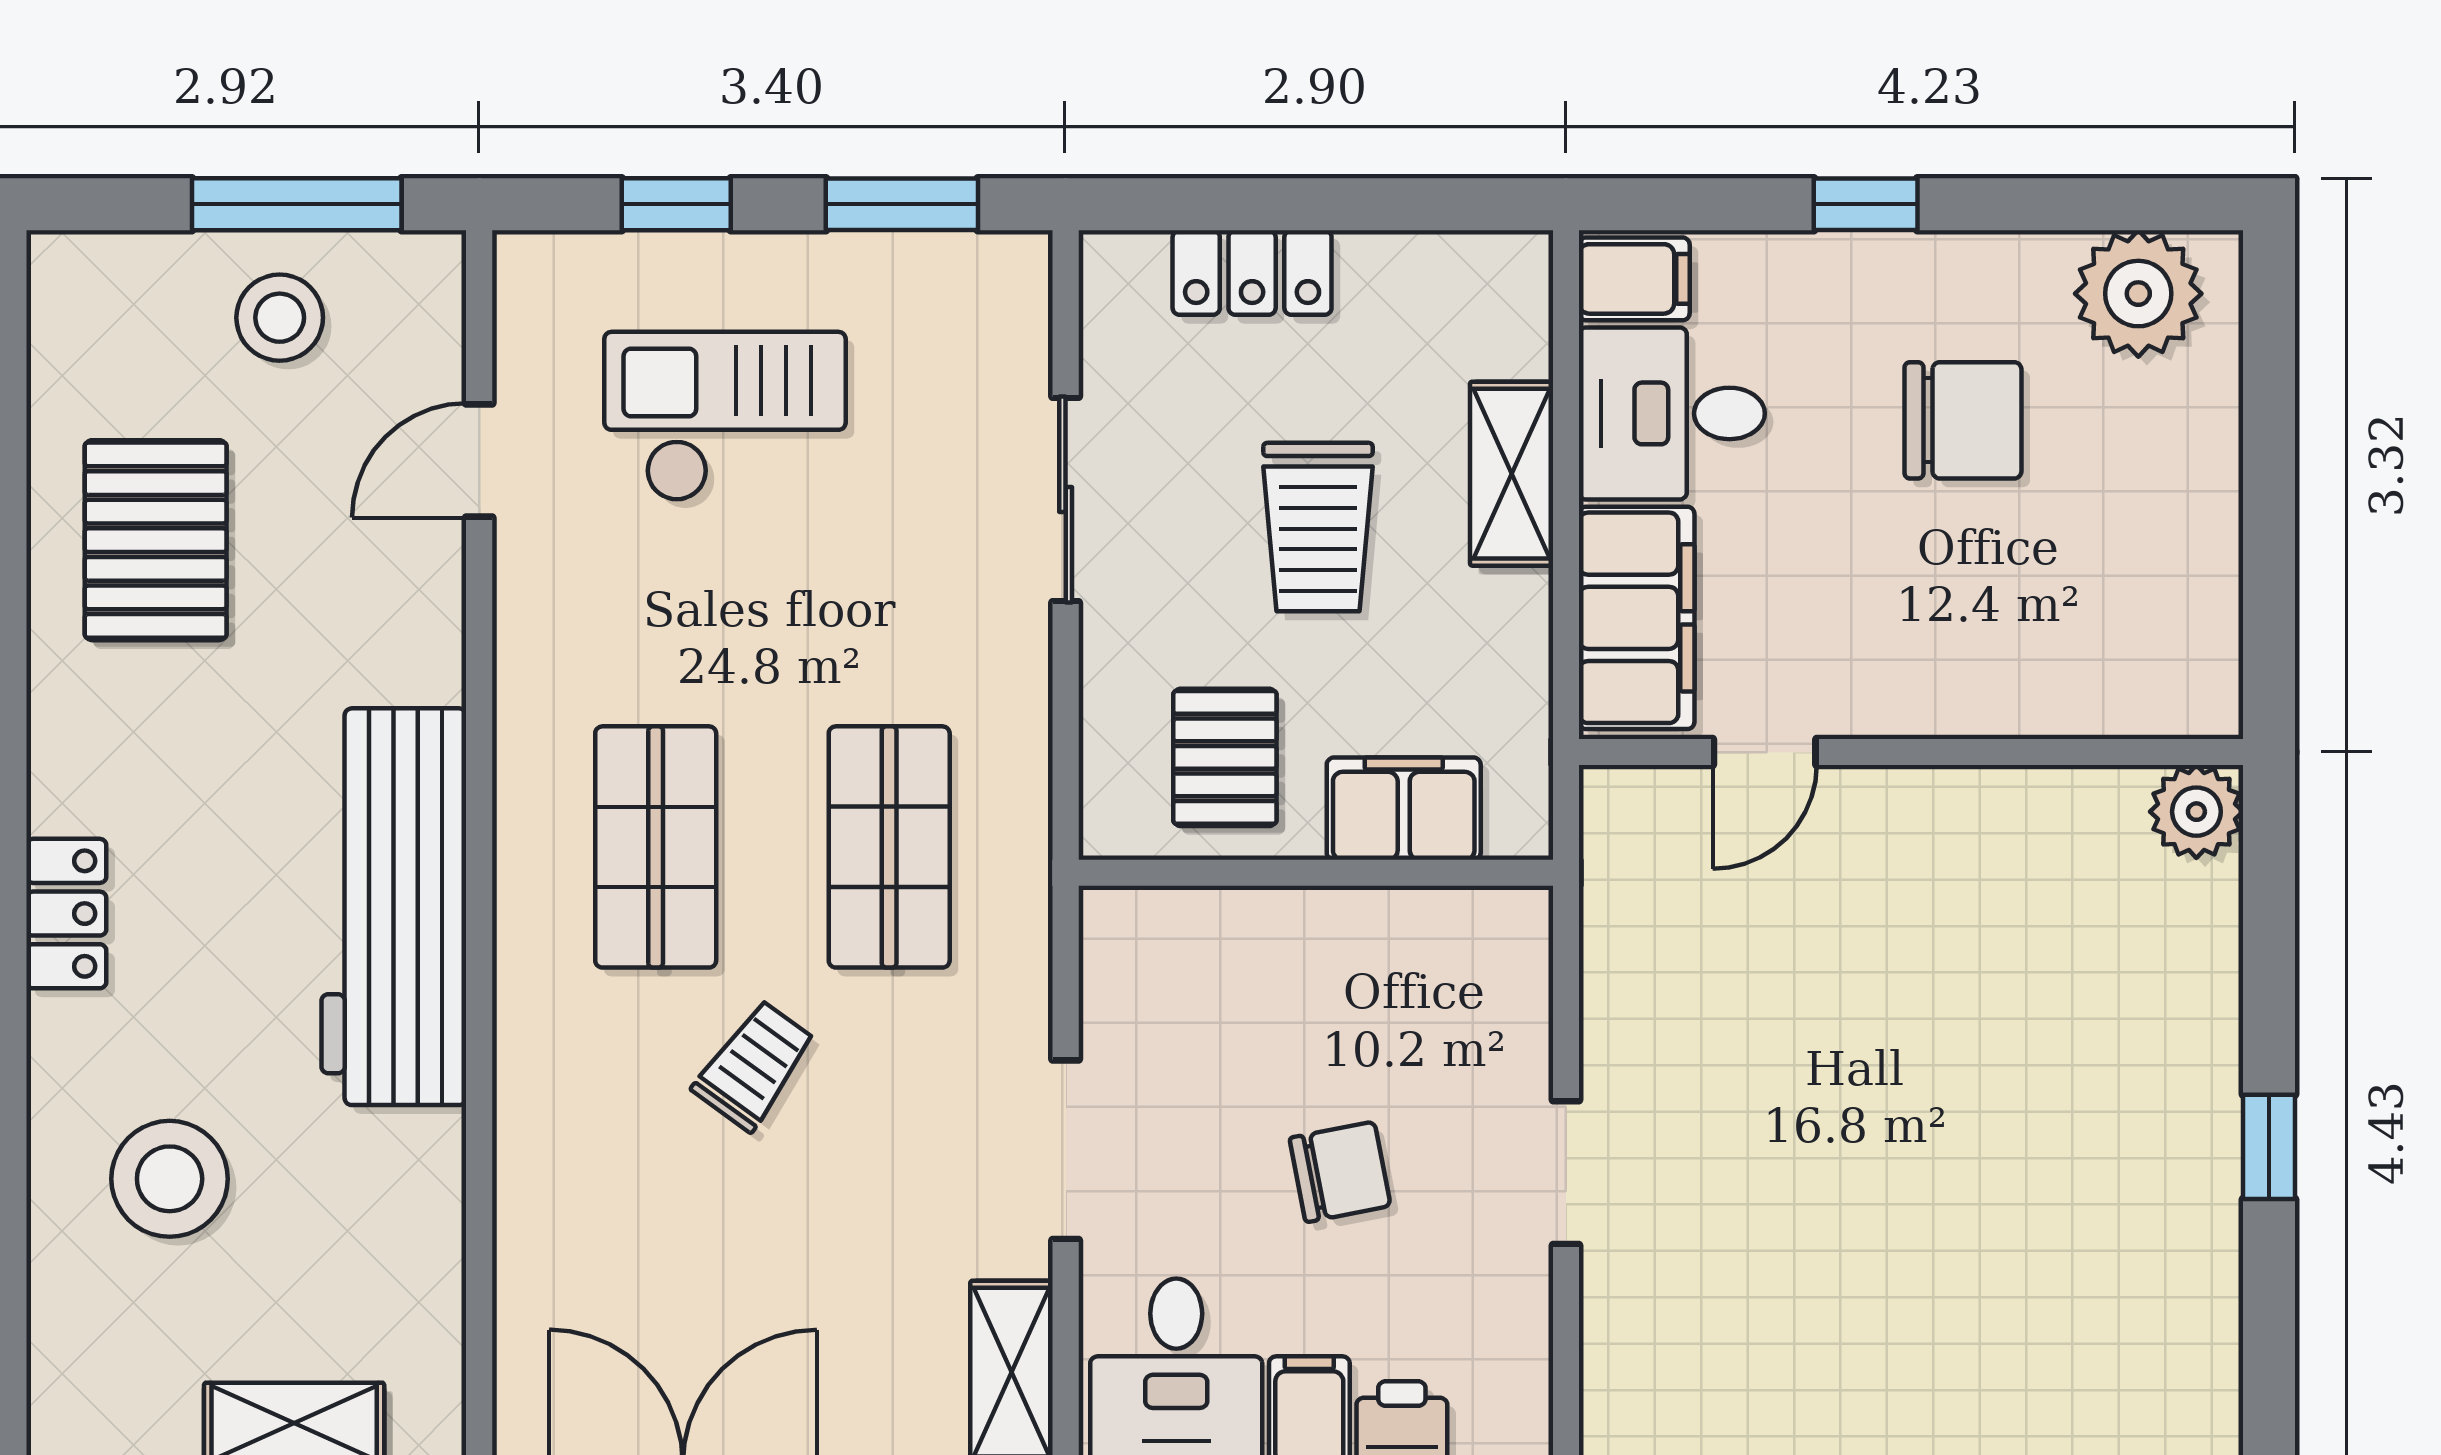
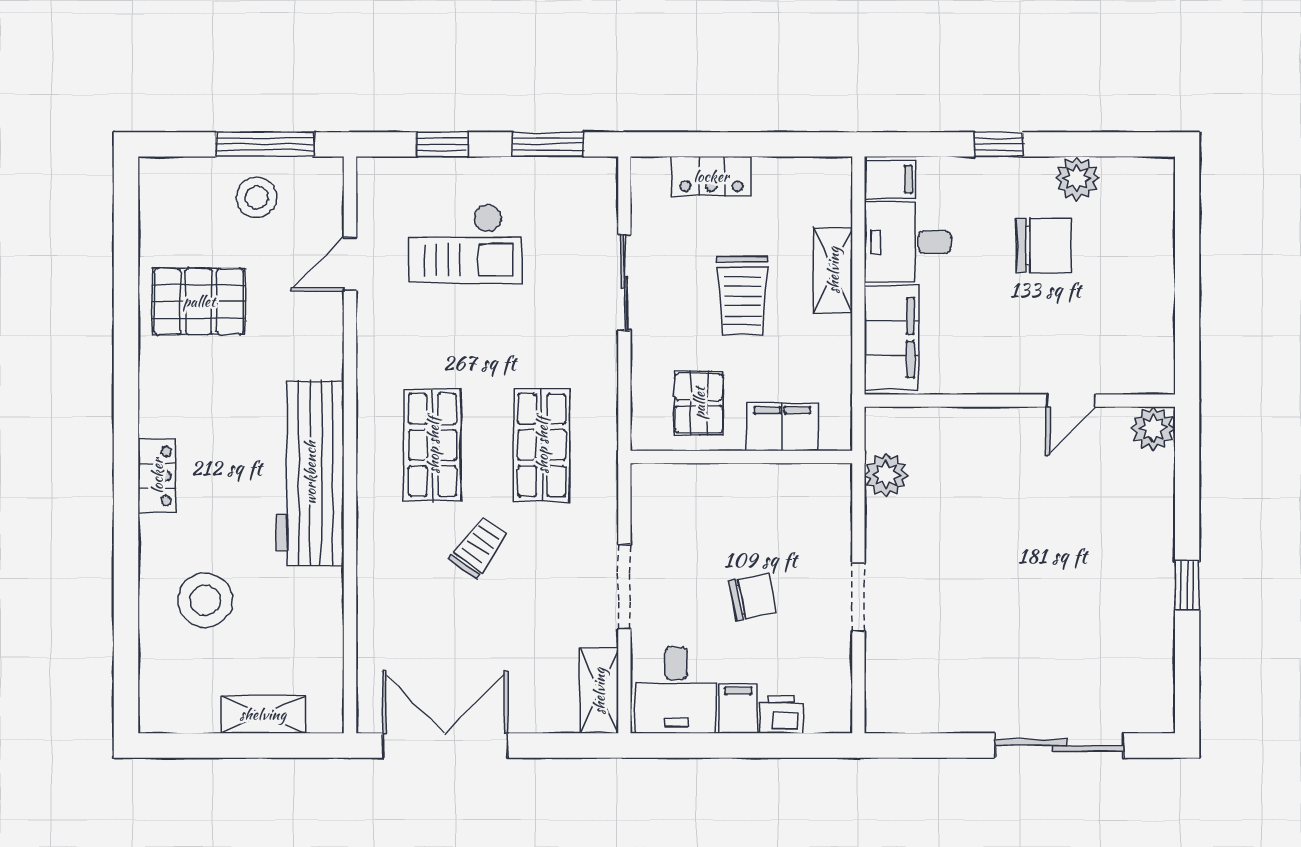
plant: (2138, 294) -> (1077, 178), moved, width x0.73, depth x0.73
checkout: (725, 416) -> (465, 244), turned 180
pallet: (156, 540) -> (199, 301), turned 90
door: (1765, 752) -> (1071, 401), moved
plant: (1625, 911) -> (886, 475), added

